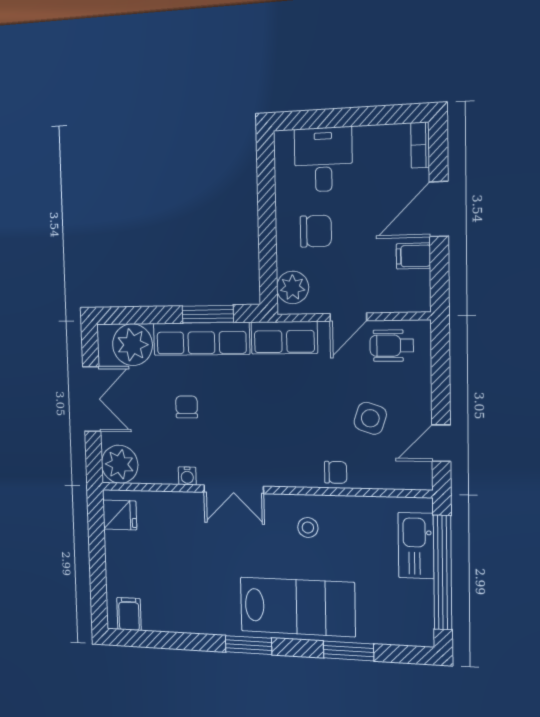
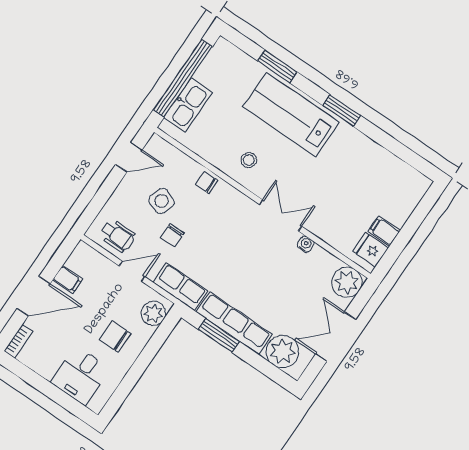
chair: (187, 407) -> (173, 235), moved
filing cabinet: (129, 614) -> (384, 231), moved, turned 90

